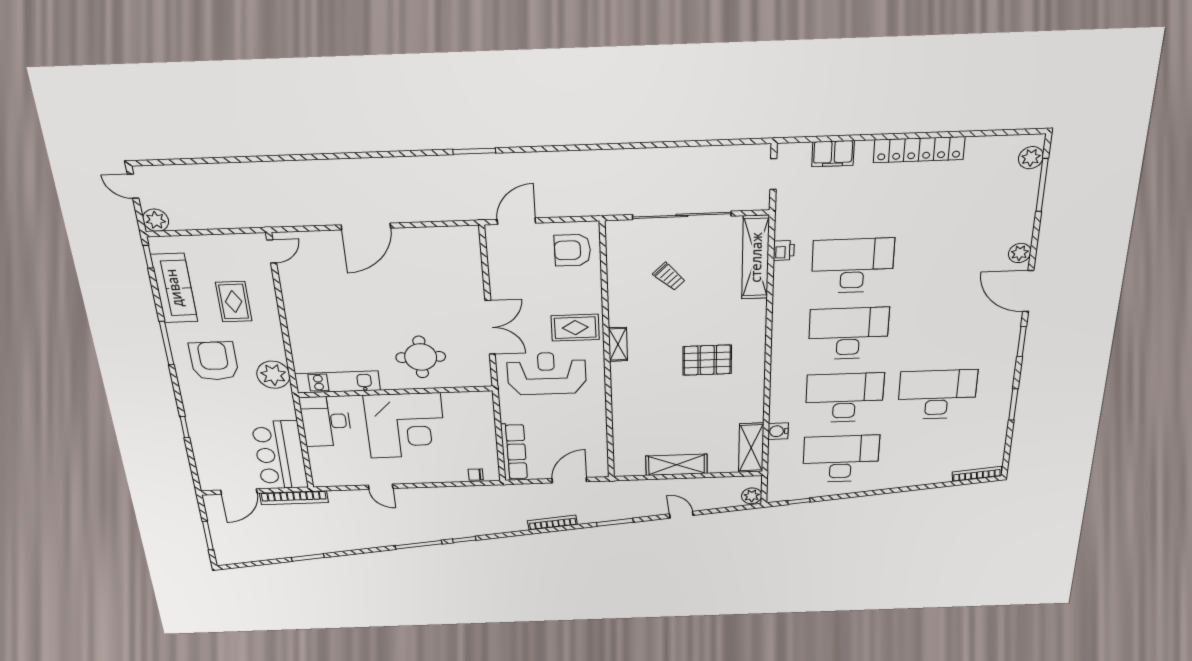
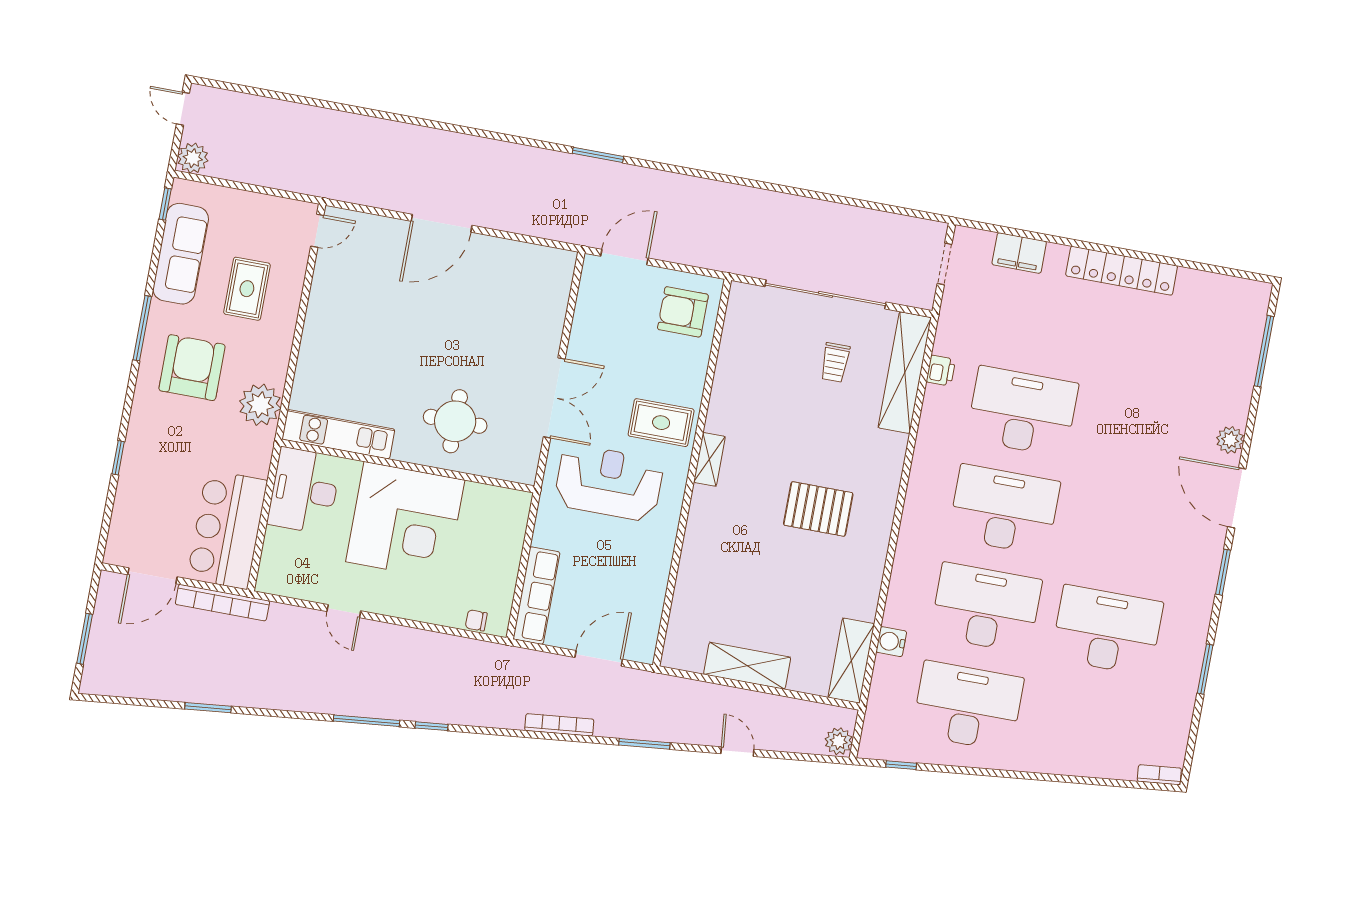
plant: (1031, 158) -> (1253, 311), removed
trolley: (669, 277) -> (835, 362), moved, turned 45
bookcase: (977, 474) -> (1159, 775), width x0.64

